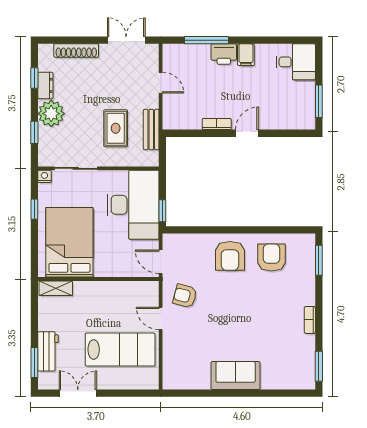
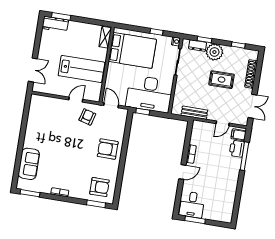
printer: (224, 54) -> (237, 149), moved
filing cabinet: (246, 55) -> (239, 135), moved
desk: (296, 62) -> (192, 205), moved
dresser: (45, 85) -> (198, 46), moved
rug: (116, 128) -> (222, 80), moved
door: (247, 133) -> (182, 172), hinge flipped
armchair: (271, 257) -> (99, 187), moved
door: (161, 262) -> (111, 105), hinge flipped
lab bench: (120, 350) -> (81, 69), moved, turned -90
workbench: (48, 351) -> (55, 24), moved
sofa: (236, 376) -> (29, 164), moved
double door: (78, 393) -> (33, 70), moved

